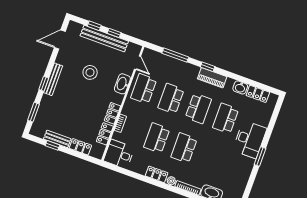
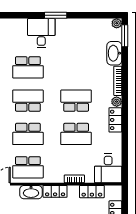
locker: (112, 113) -> (55, 191), moved
desk: (250, 139) -> (41, 33), width x0.73
school desk: (184, 148) -> (76, 101), turned 180

